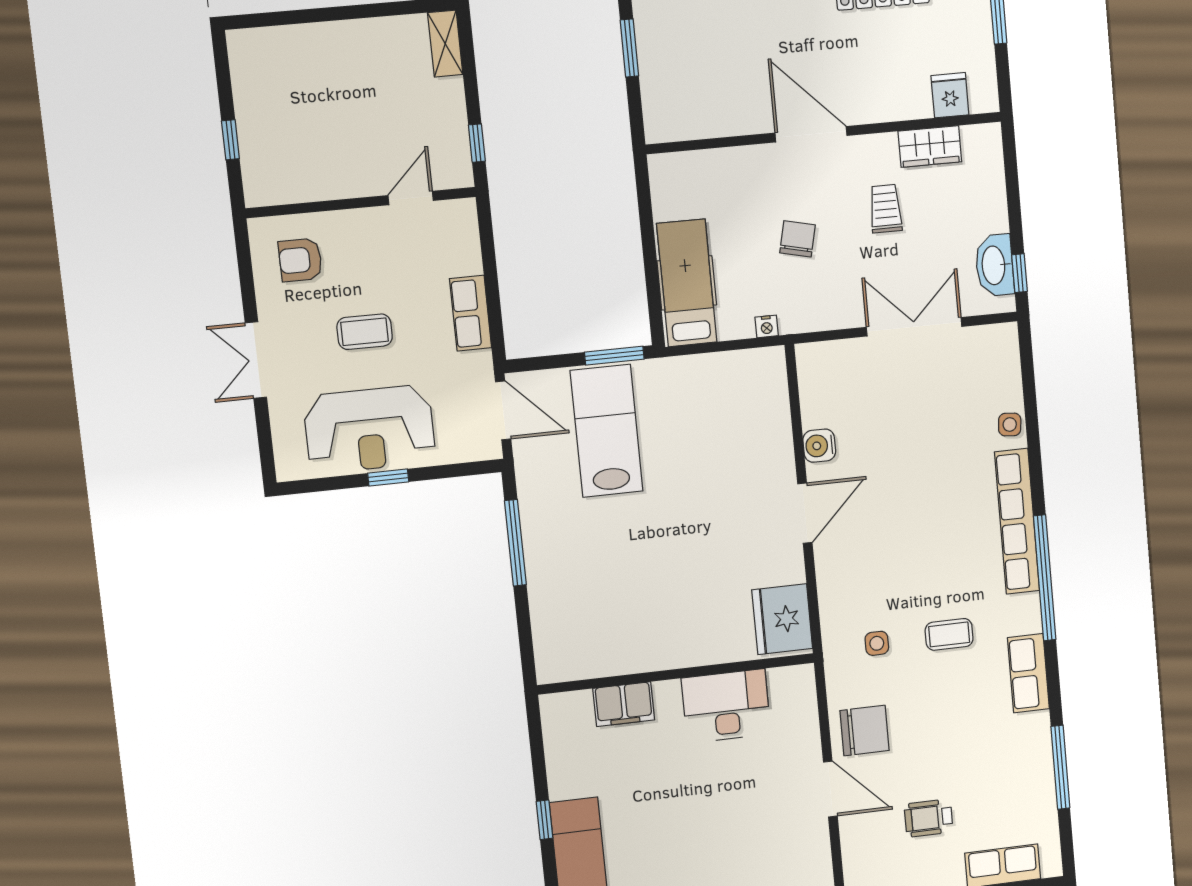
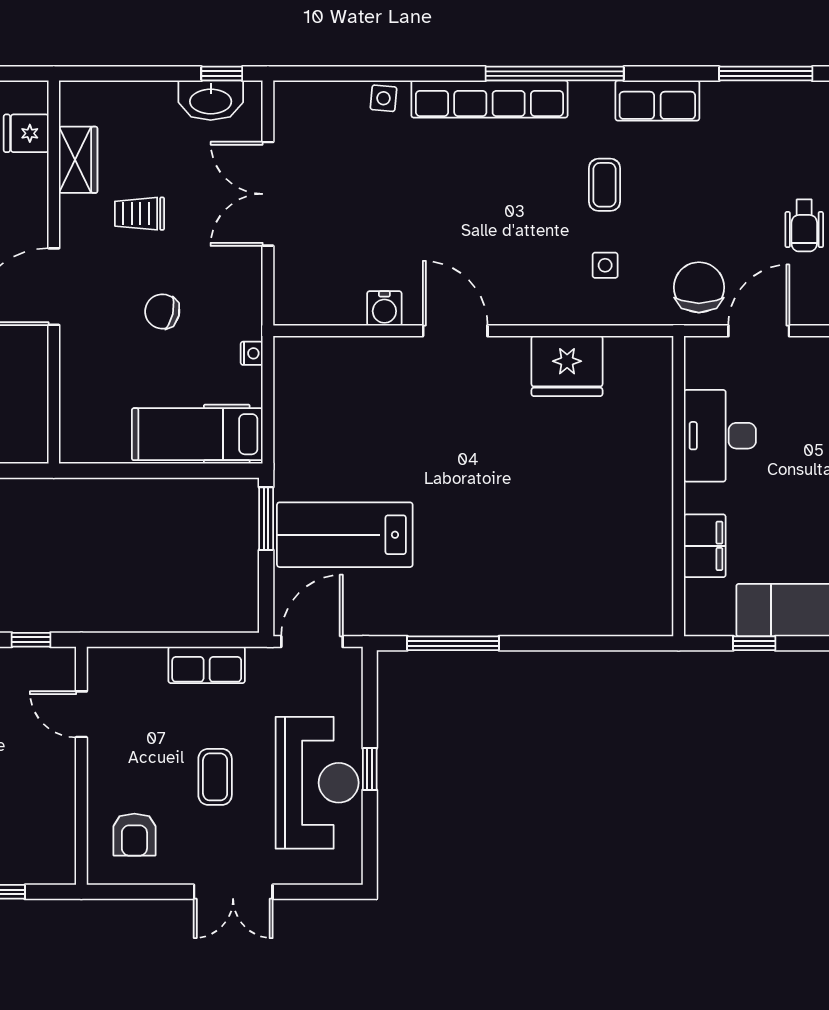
wall: (676, 674) -> (679, 486), moved
filing cabinet: (624, 704) -> (705, 546), moved
desk: (726, 706) -> (720, 436), moved

